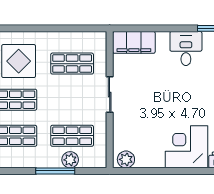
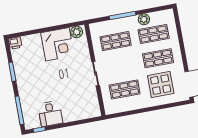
filing cabinet: (134, 42) -> (86, 111), removed
corner desk: (186, 147) -> (57, 44), moved
plant: (70, 160) -> (144, 19), moved

